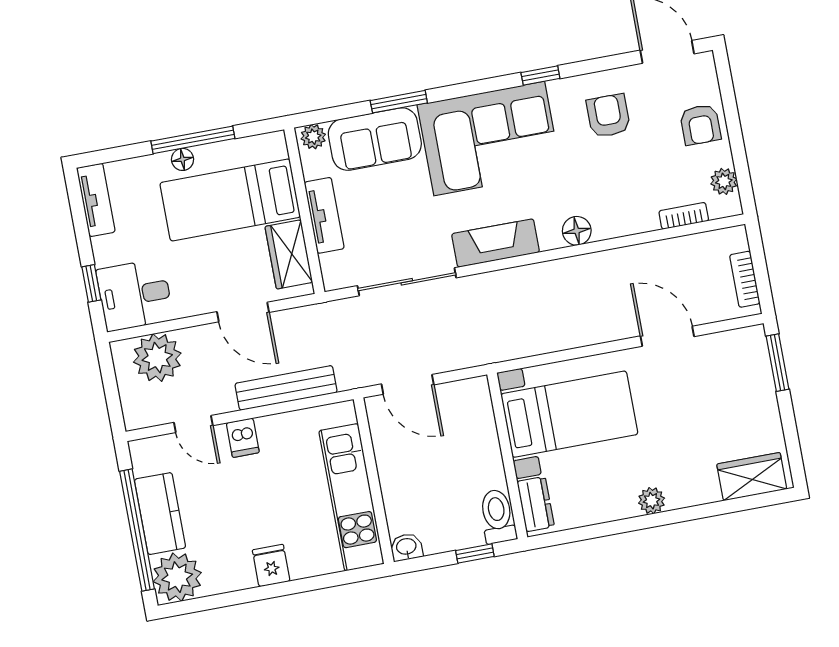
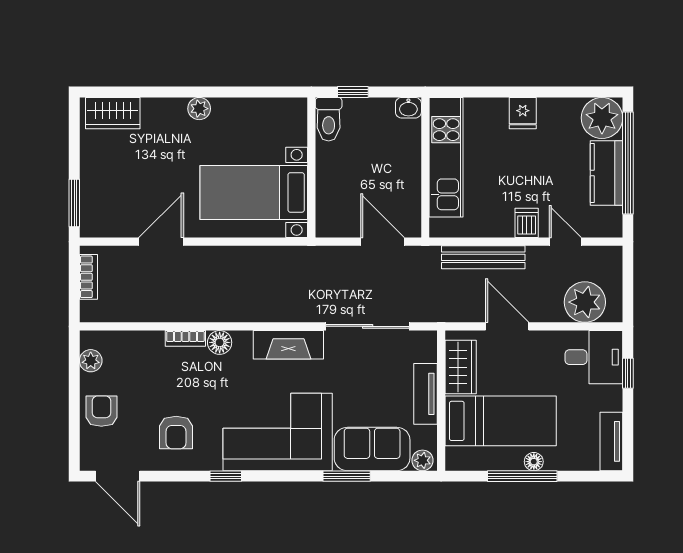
bookcase: (684, 216) -> (185, 338), moved
door: (667, 336) -> (161, 242), swing flipped
dresser: (536, 504) -> (295, 123), removed

